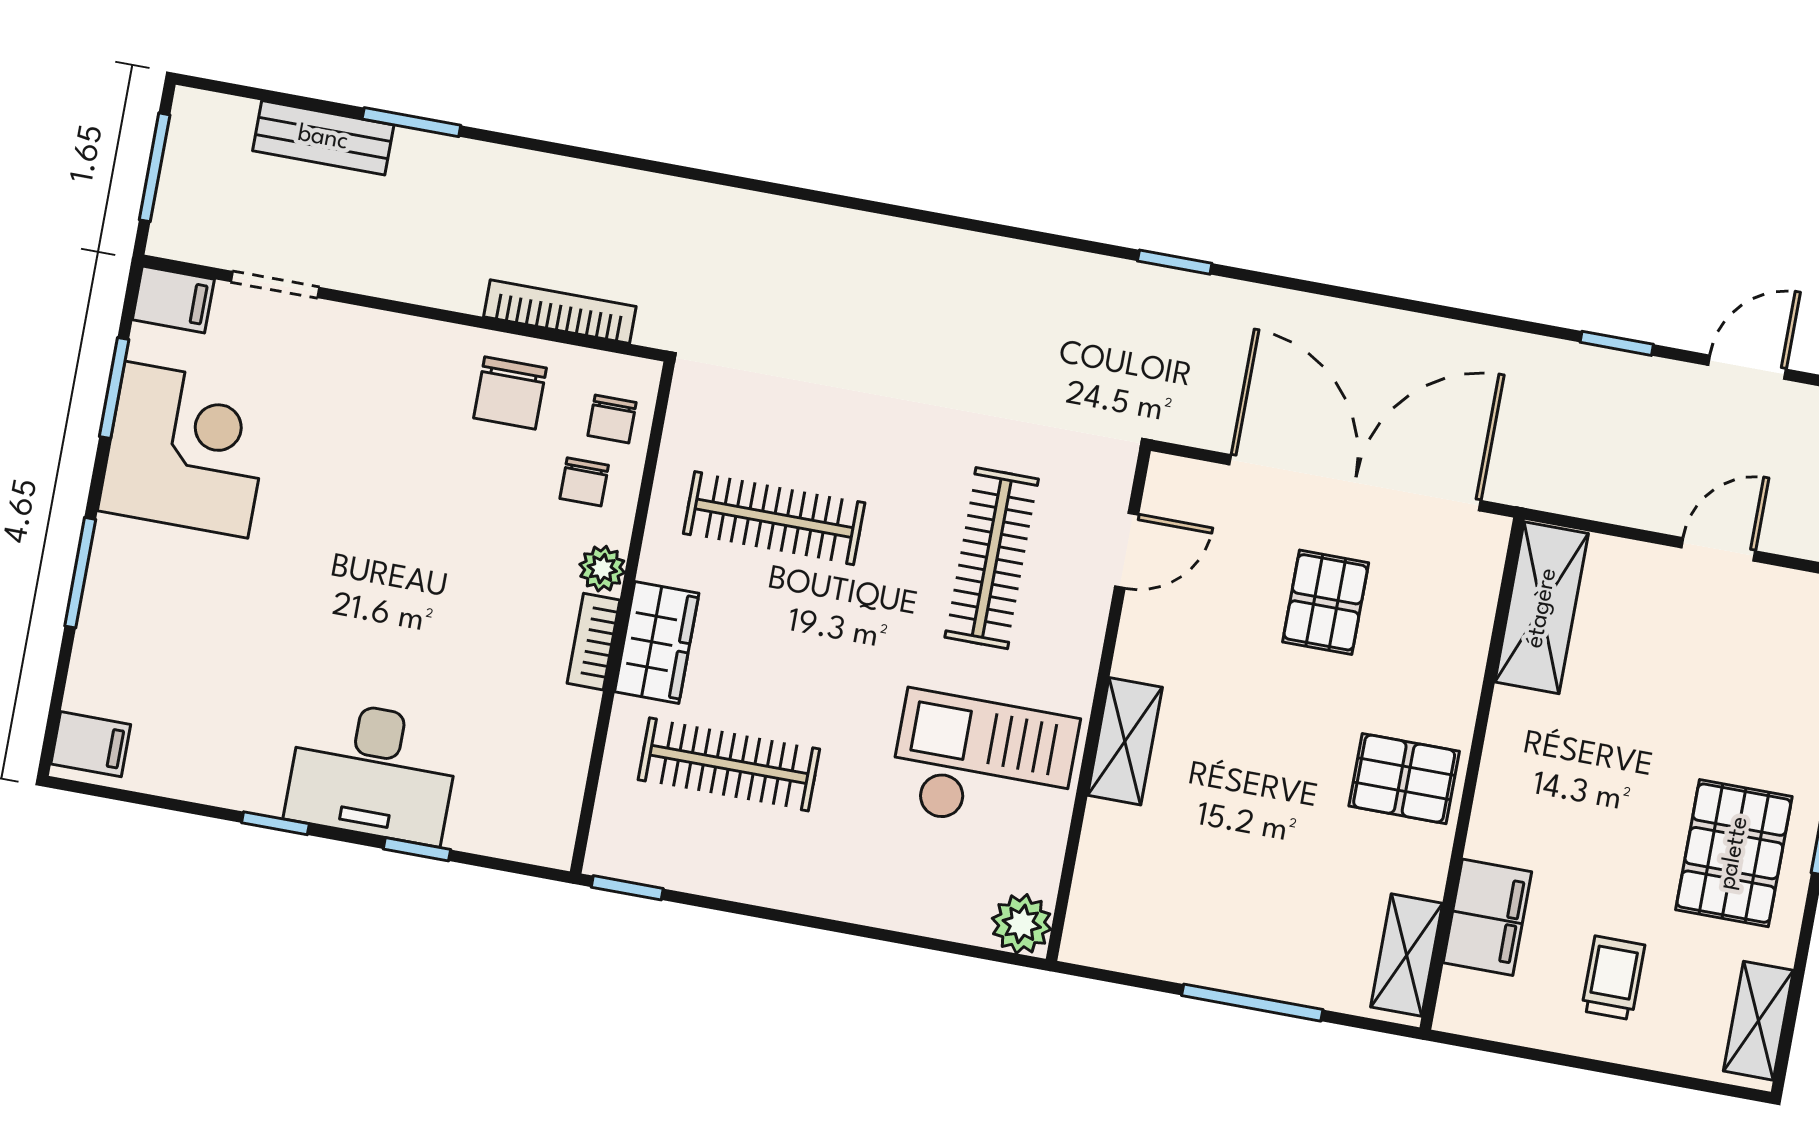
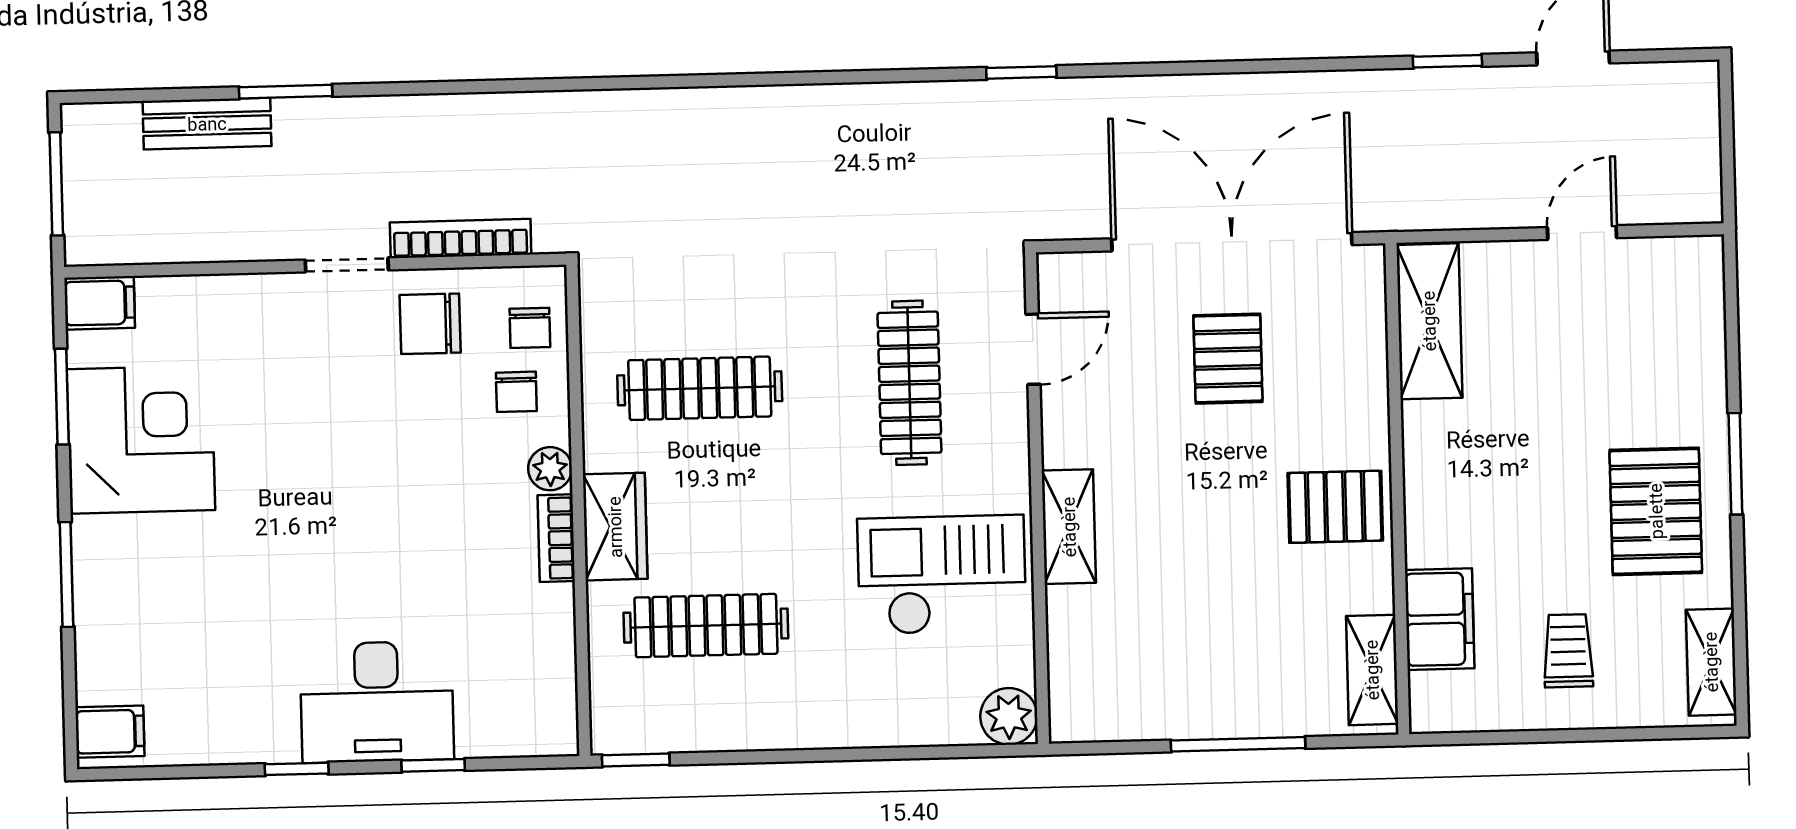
doorway: (275, 284) -> (347, 265), moved
chair: (510, 393) -> (430, 324), turned 90

